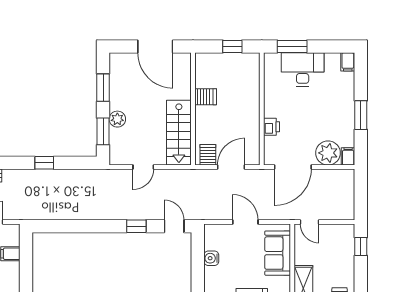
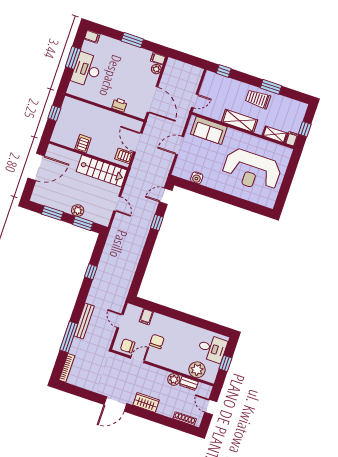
window: (292, 47) -> (73, 58), moved
plant: (328, 153) -> (156, 69), width x0.53, depth x0.53

